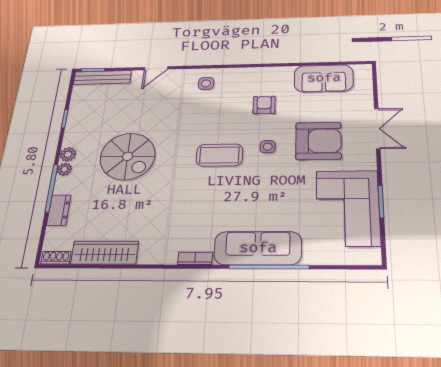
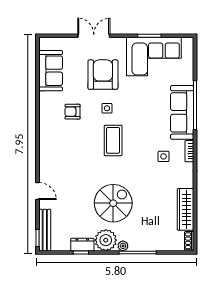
side table: (206, 83) -> (164, 156), moved
plant: (68, 154) -> (106, 240), width x1.87, depth x1.87
dresser: (59, 210) -> (82, 245), moved

